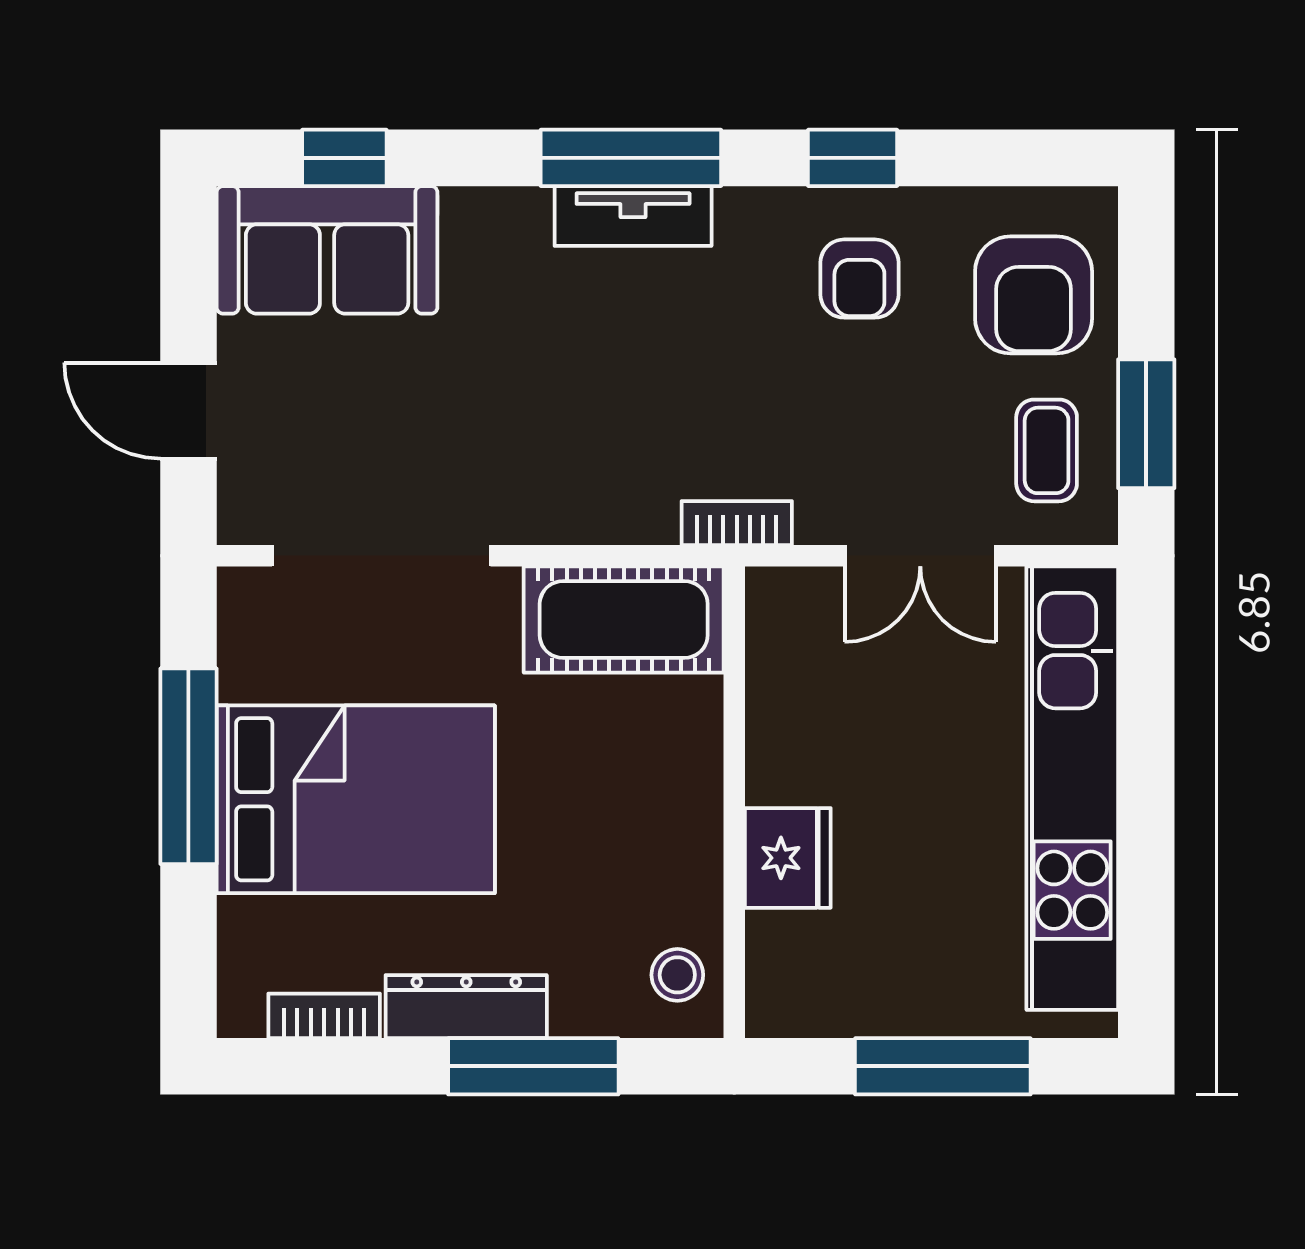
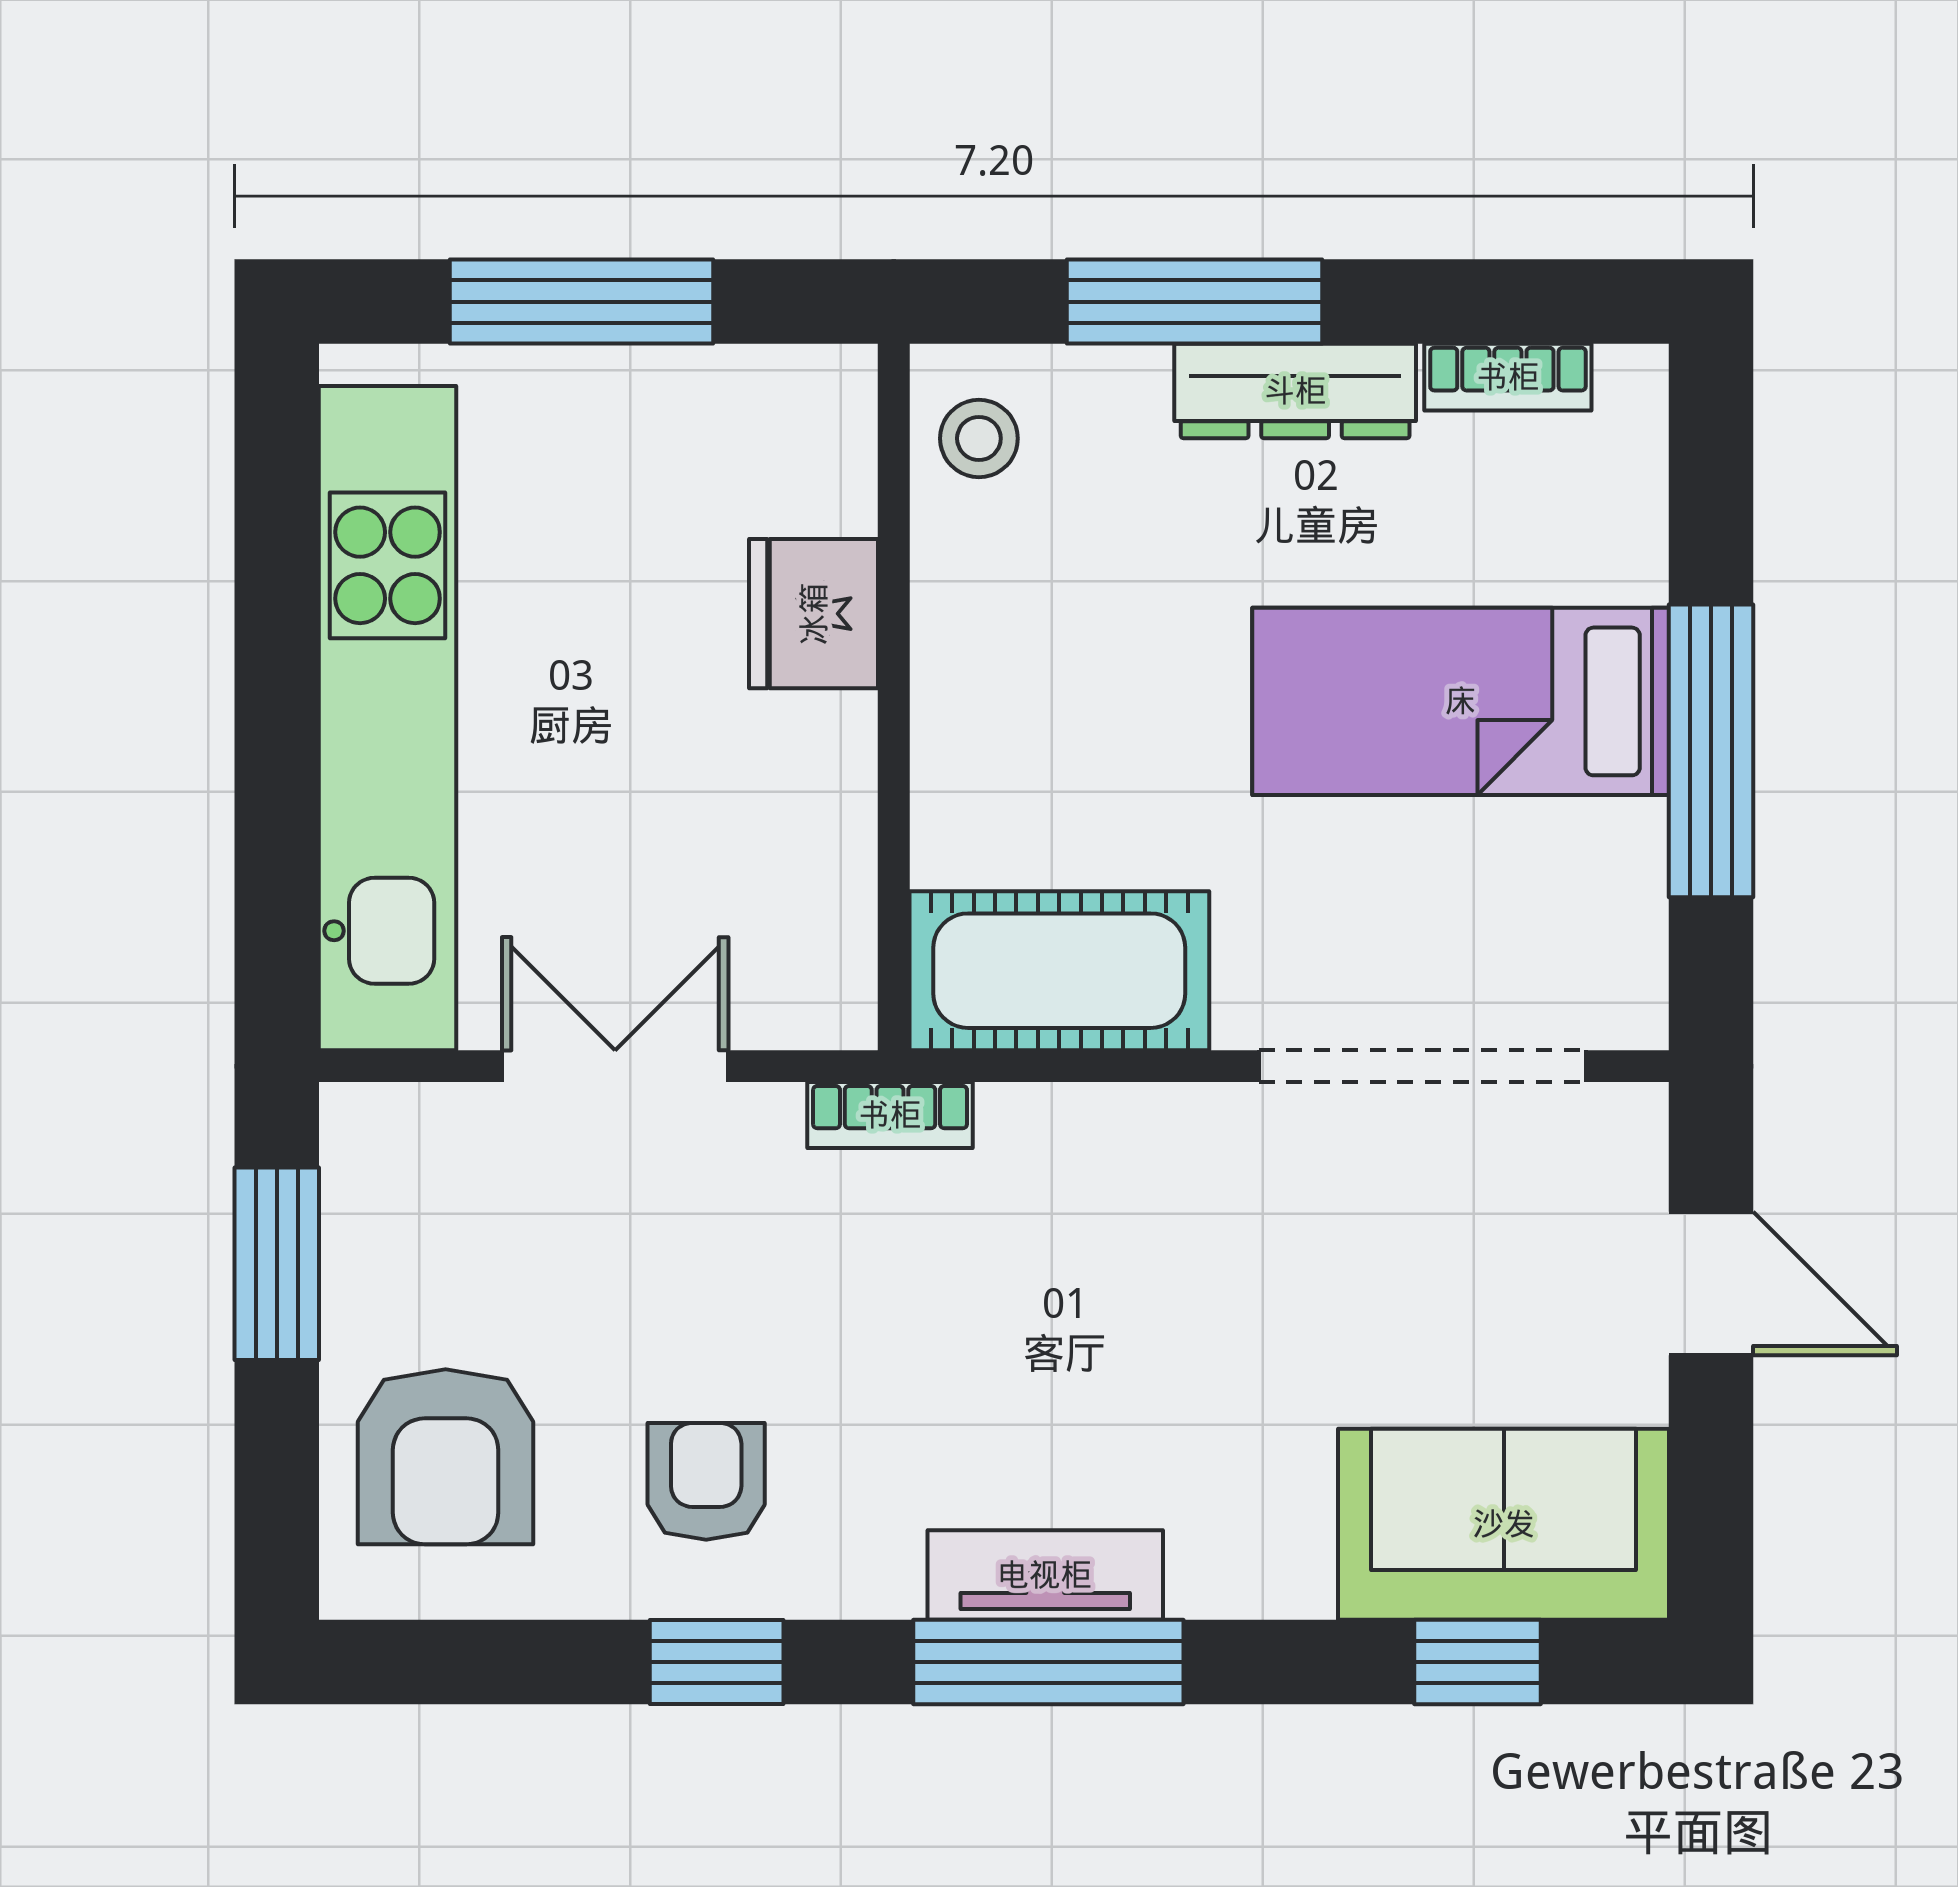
armchair: (1034, 295) -> (446, 1457), turned 180
coffee table: (1047, 450) -> (426, 1224), removed
bed: (356, 799) -> (1461, 701), width x0.67

